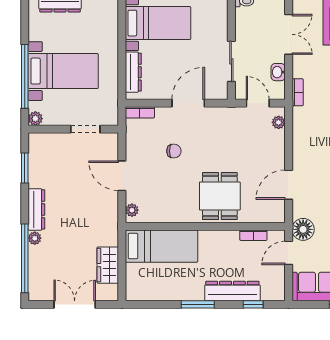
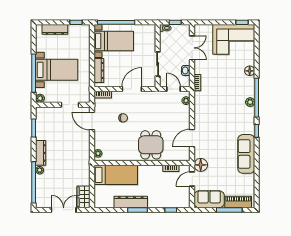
door: (122, 176) -> (92, 121), moved
wardrobe: (108, 265) -> (84, 197), moved
dresser: (232, 291) -> (131, 202), moved

